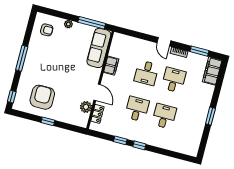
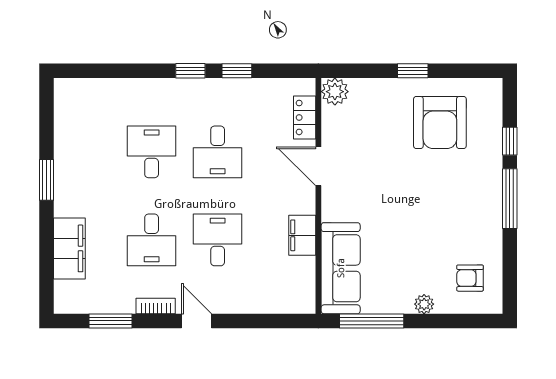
filing cabinet: (212, 71) -> (69, 248), moved
window: (12, 97) -> (510, 141), moved
plant: (86, 107) -> (335, 92), moved
desk: (164, 116) -> (152, 152), turned 180

